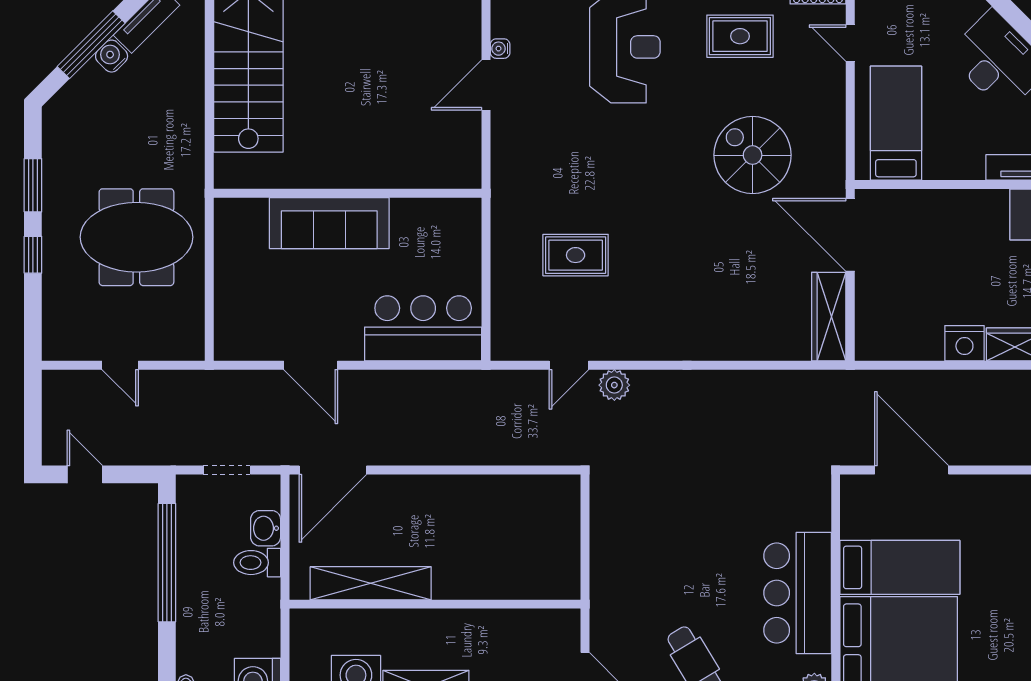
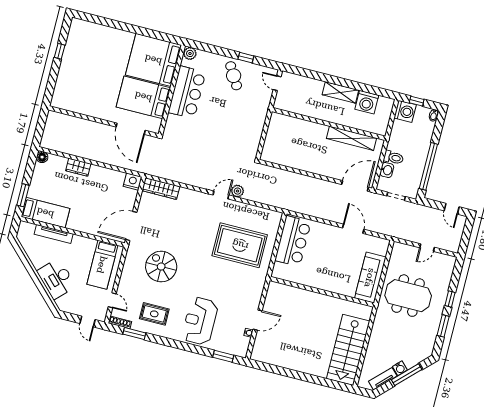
spiral stairs: (753, 155) -> (161, 267), turned 180
sofa: (329, 223) -> (370, 278), moved, turned -90
door: (850, 235) -> (131, 226), swing flipped
rug: (576, 255) -> (240, 245), width x1.86, depth x2.06
wardrobe: (829, 317) -> (161, 189), moved, turned 90
bar counter: (423, 328) -> (293, 241), moved, turned -90
nightstand: (964, 343) -> (133, 182), moved
door: (120, 365) -> (427, 248), swing flipped
door: (569, 365) -> (221, 195), moved
bed: (900, 567) -> (143, 97), width x1.50

